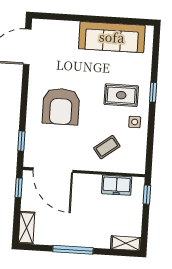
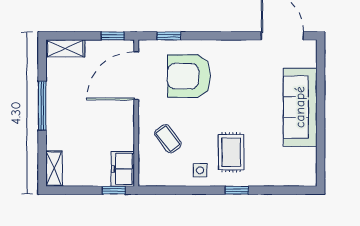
sofa: (112, 37) -> (300, 107), moved
armchair: (61, 106) -> (189, 76), moved
freezer: (117, 185) -> (123, 169), moved

